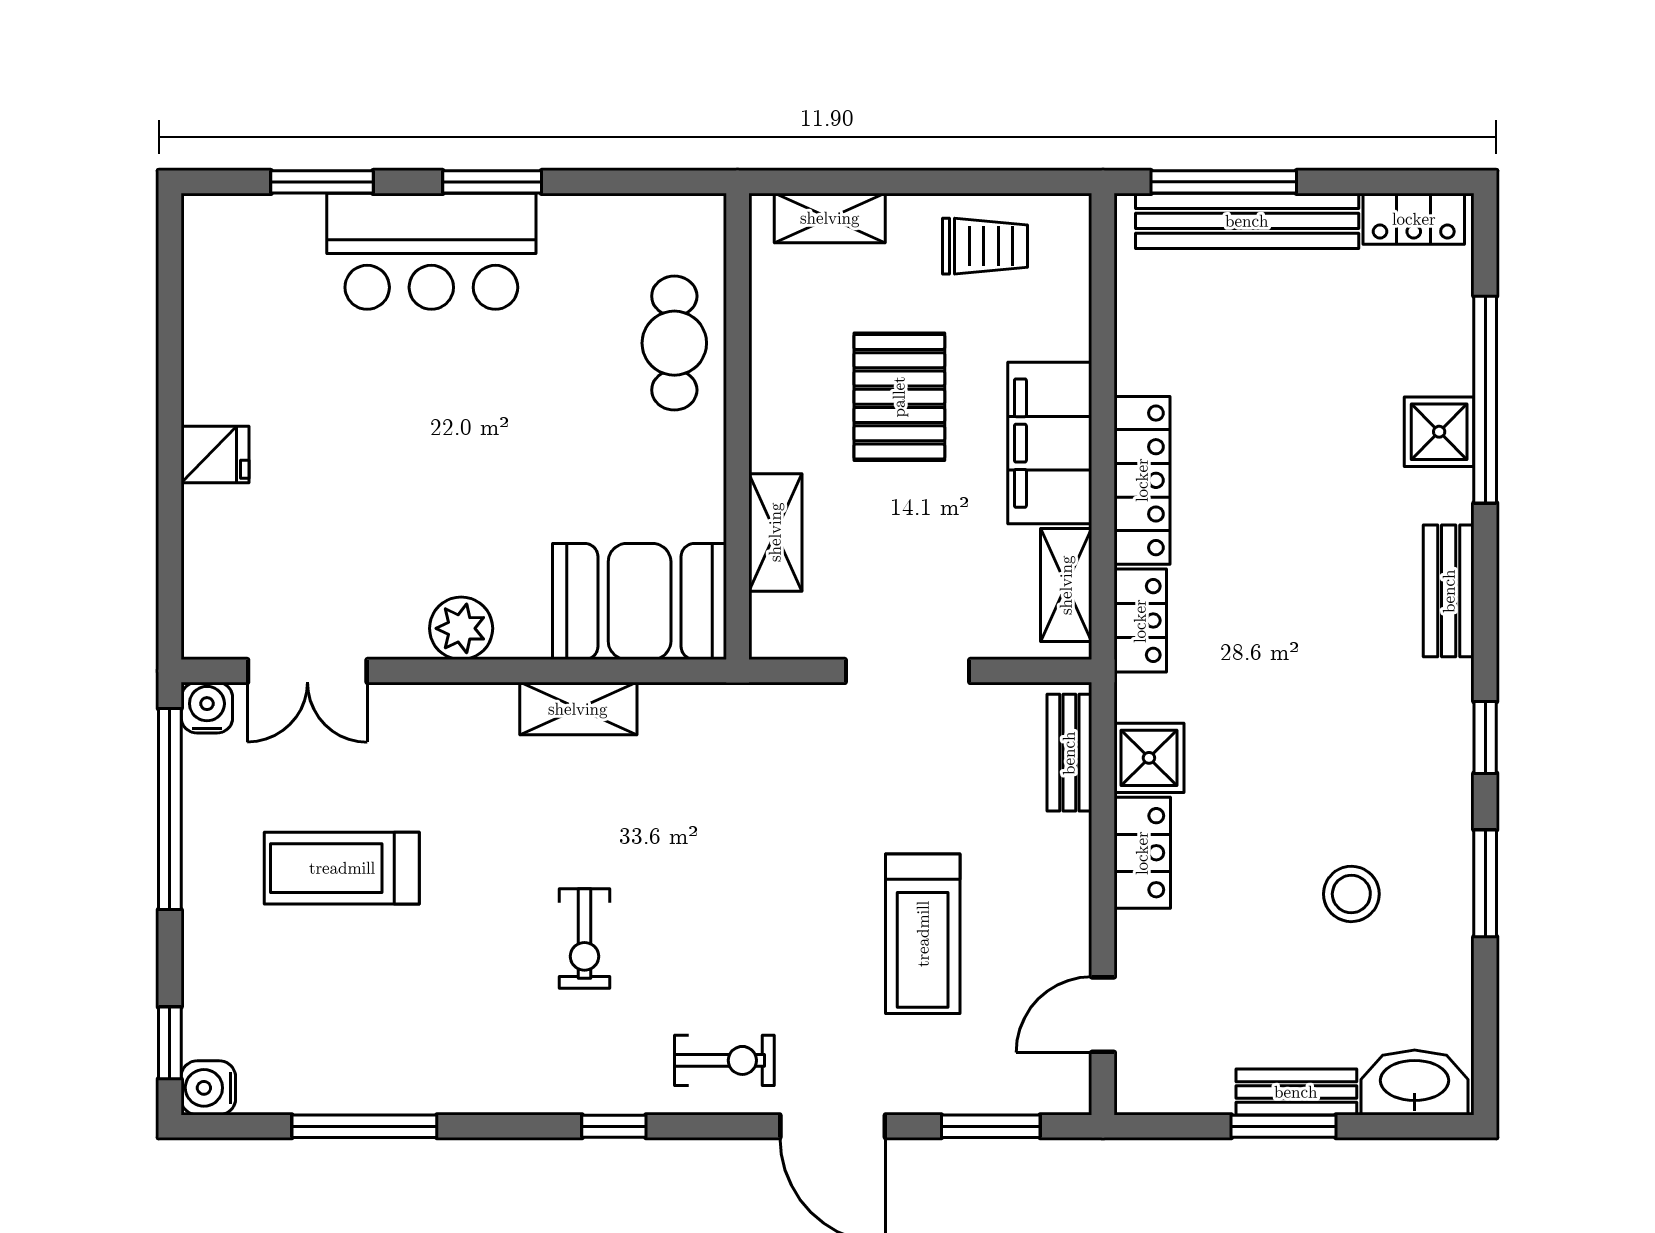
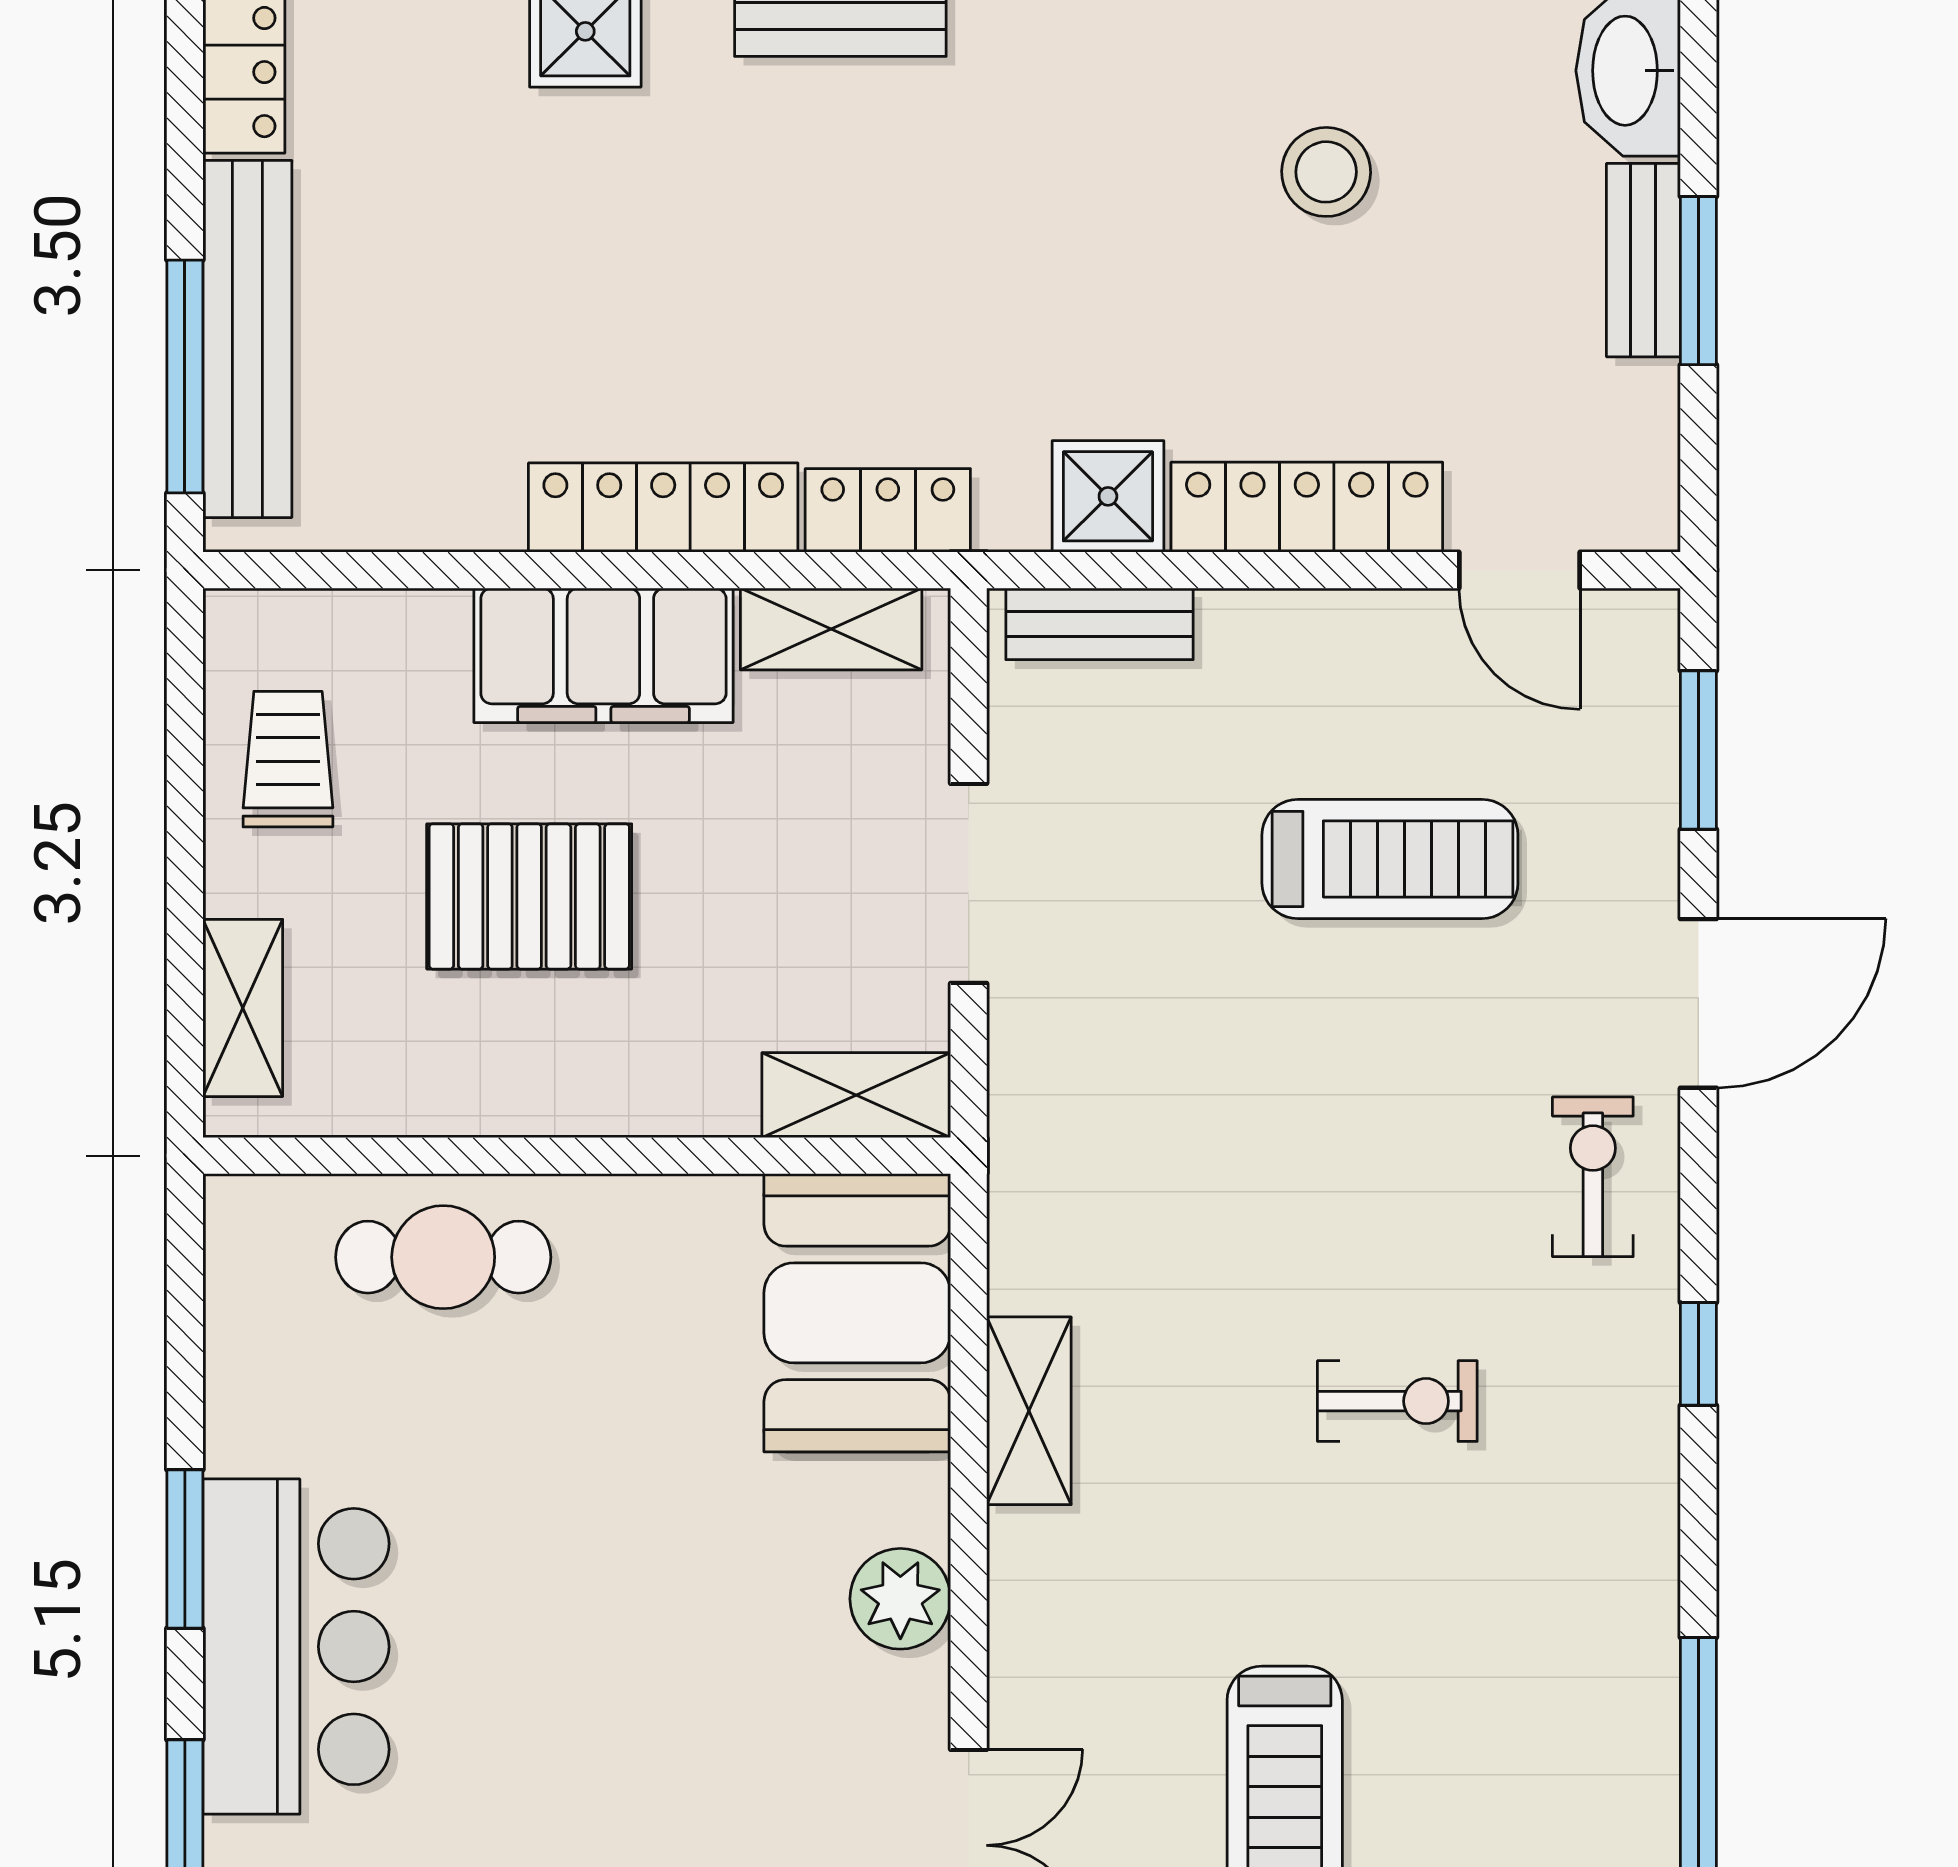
shelving: (775, 532) -> (856, 1095), moved
locker: (1142, 853) -> (1307, 507), width x1.53

